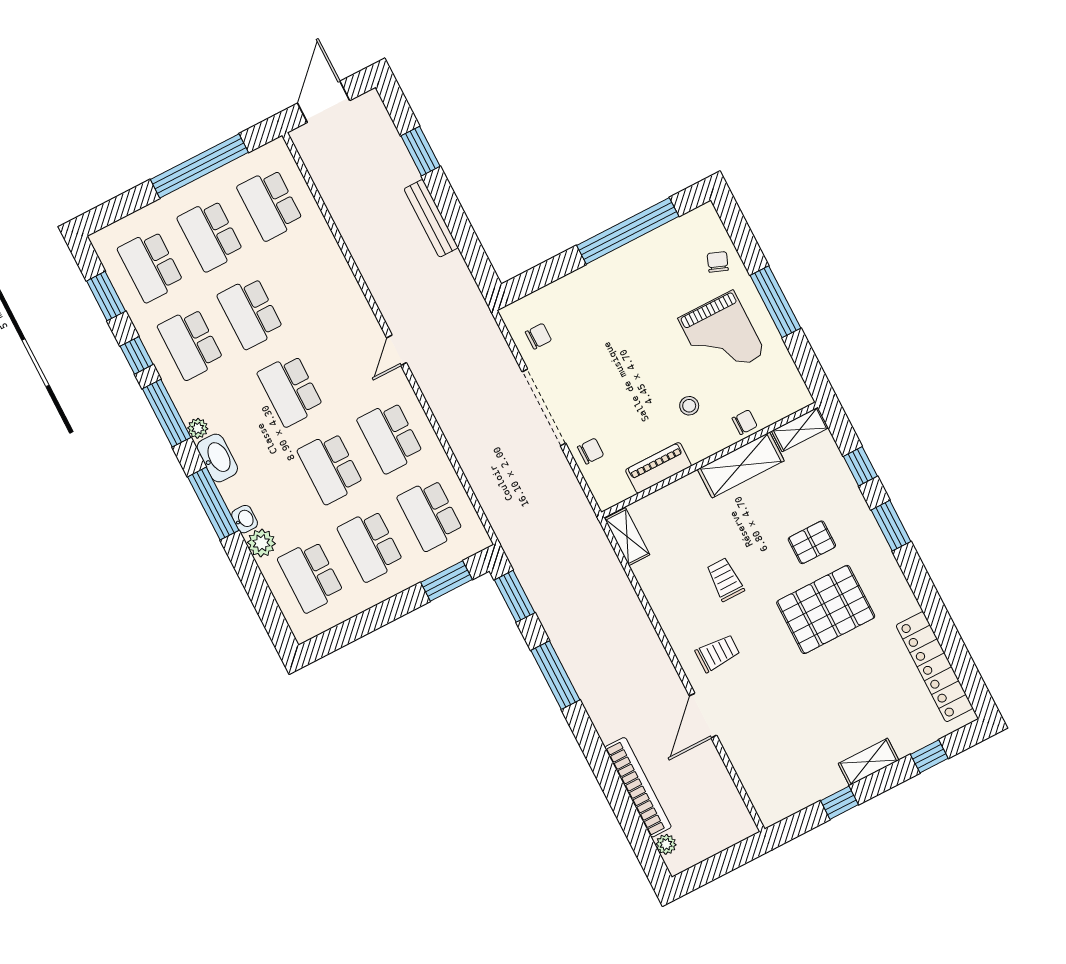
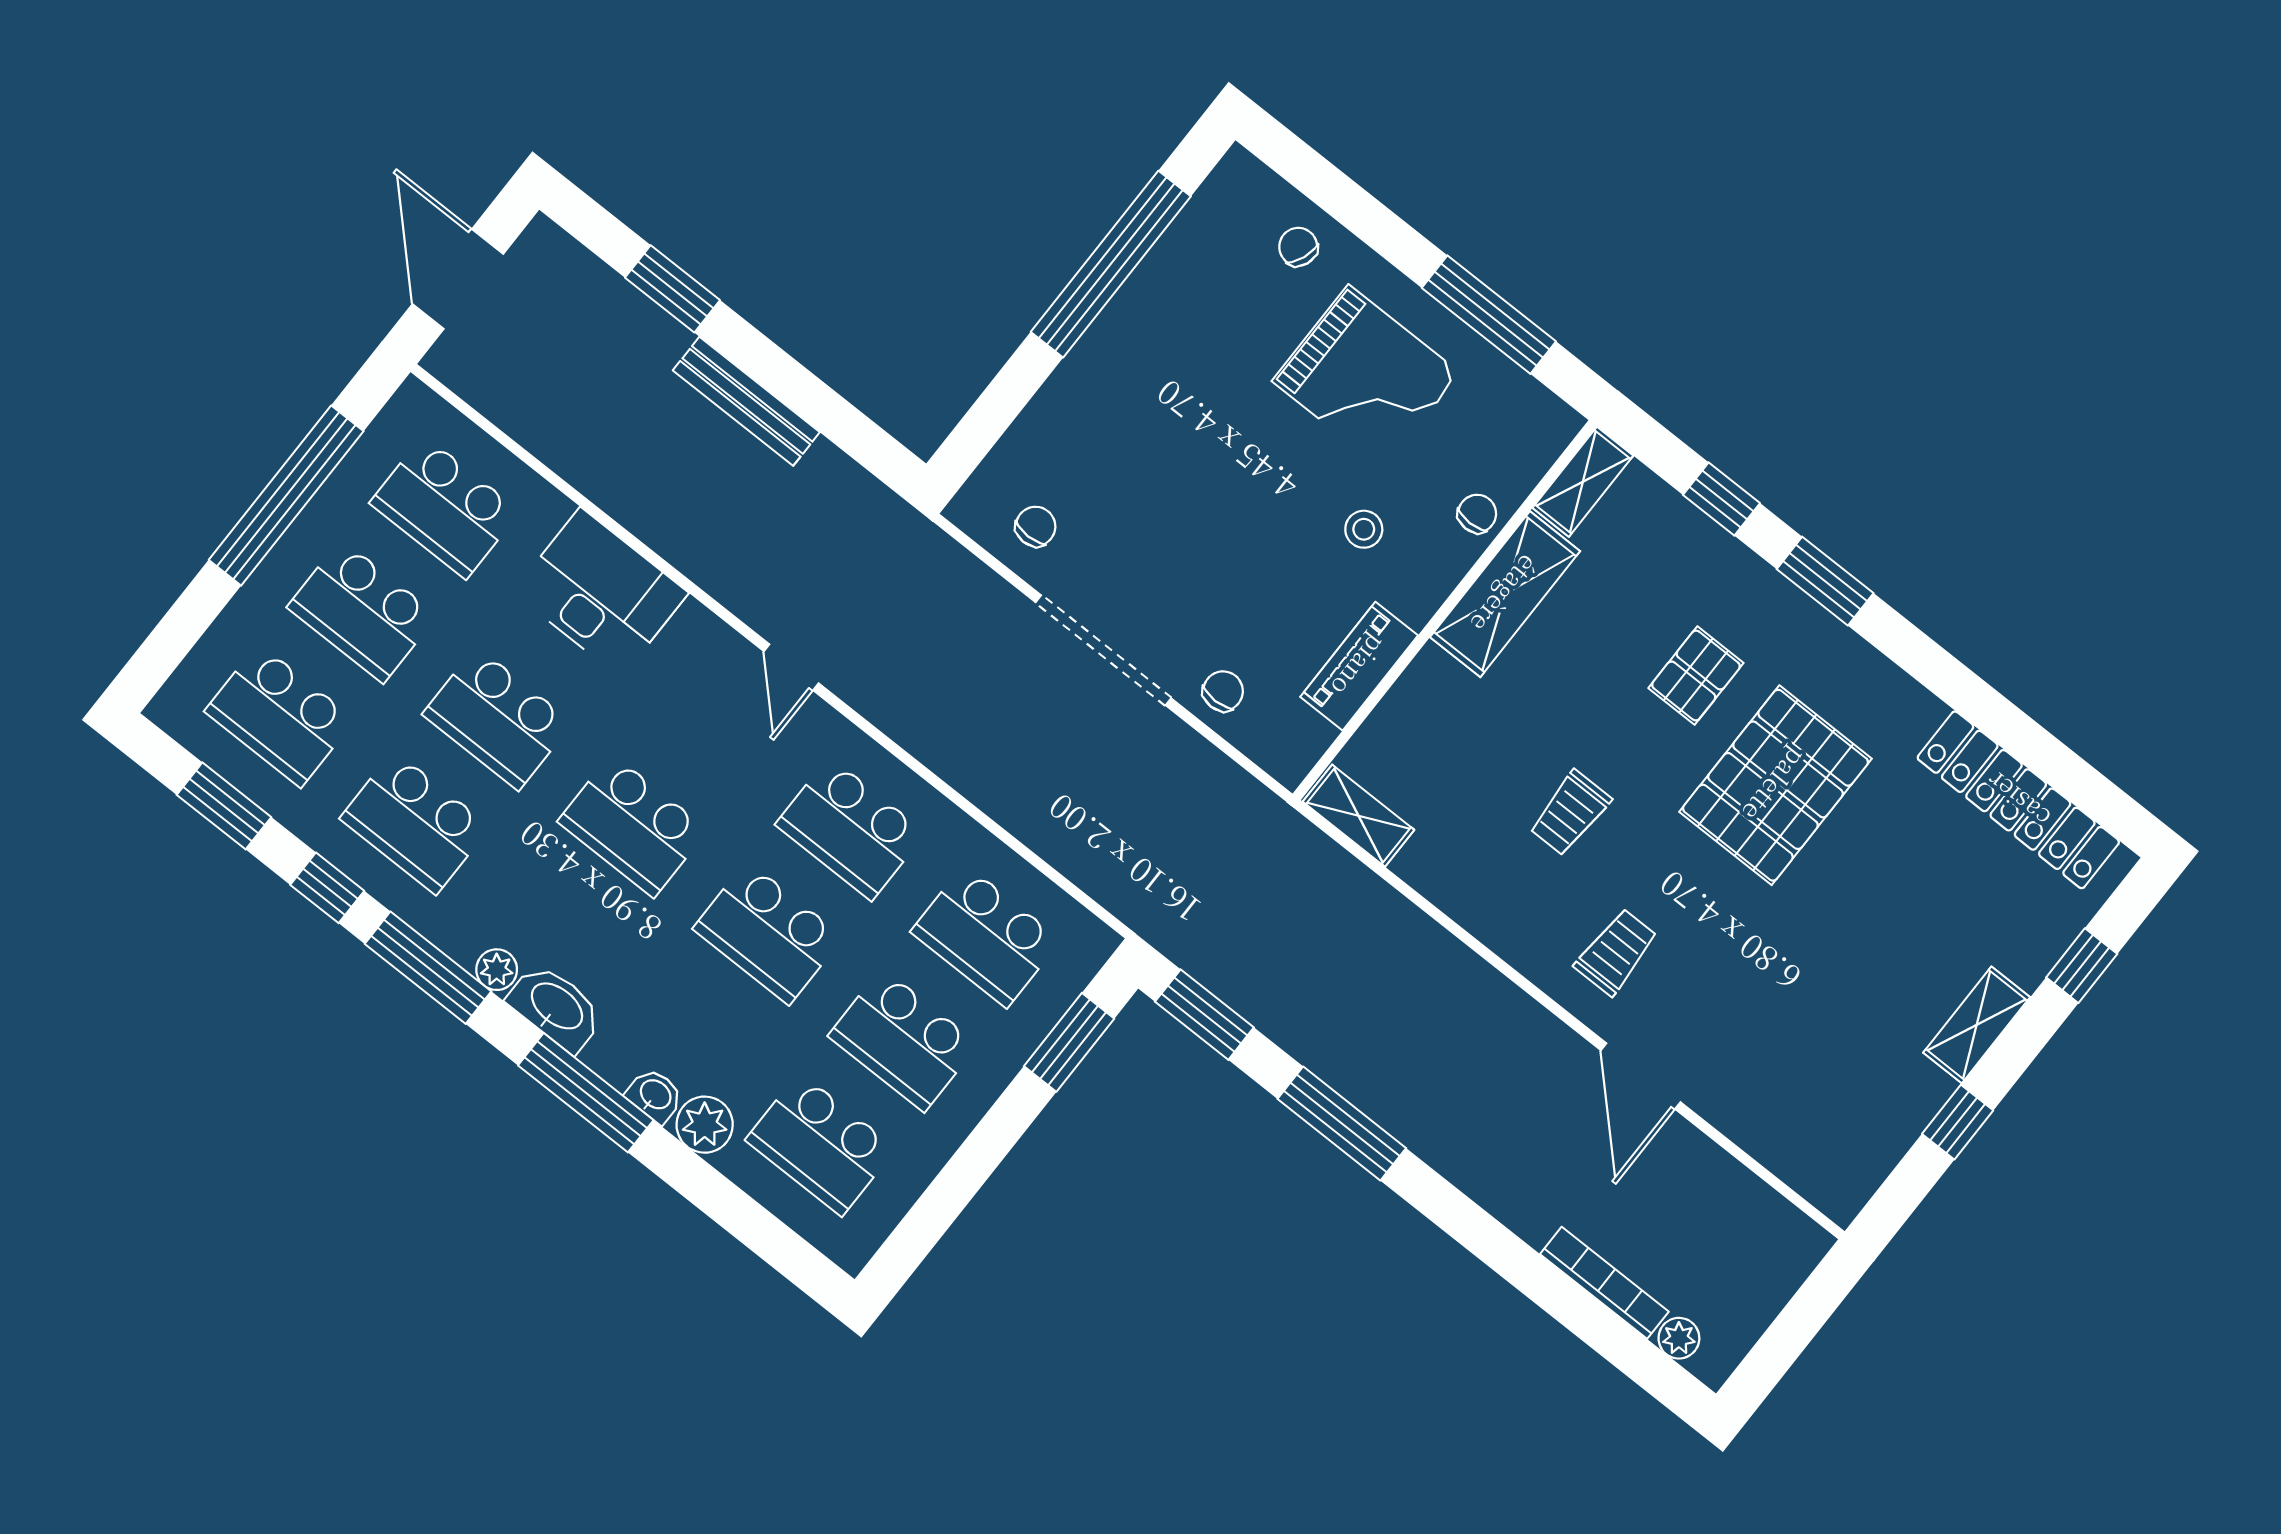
desk: (324, 276) -> (601, 593), added
window: (775, 302) -> (1489, 315), moved
trolley: (725, 580) -> (1570, 813), turned -90
bookcase: (638, 787) -> (1604, 1283), width x0.68, depth x0.76

